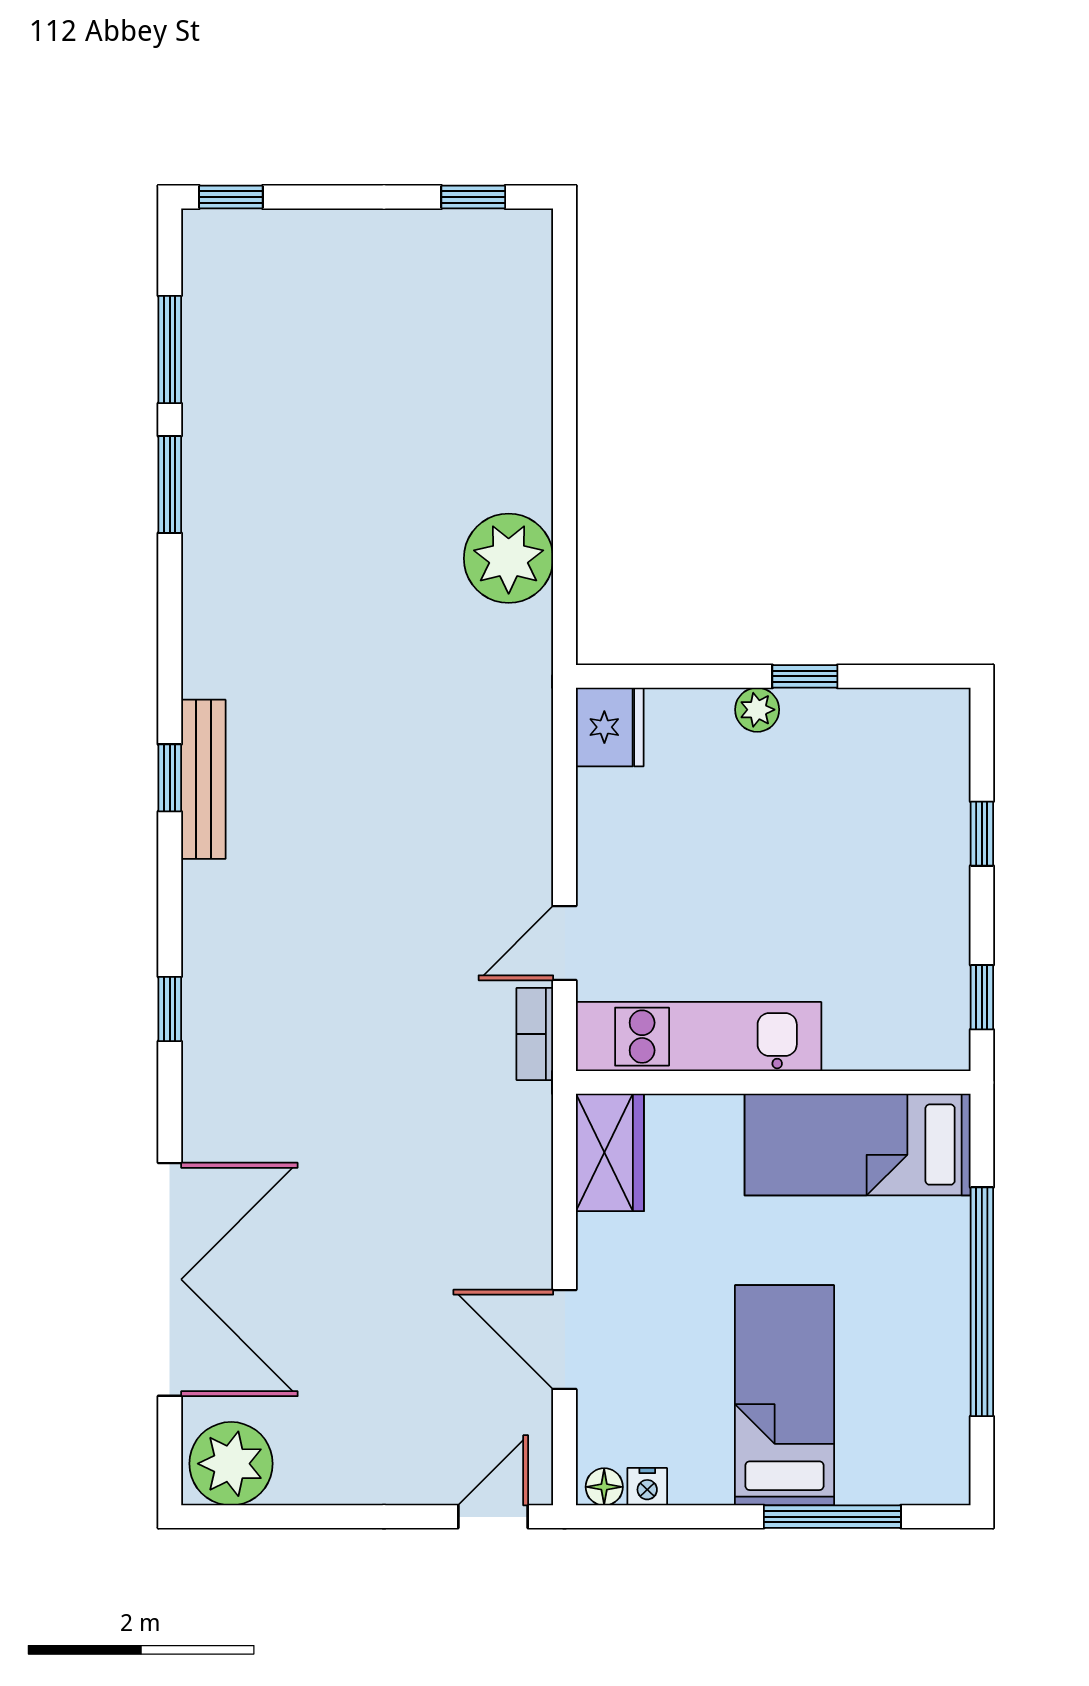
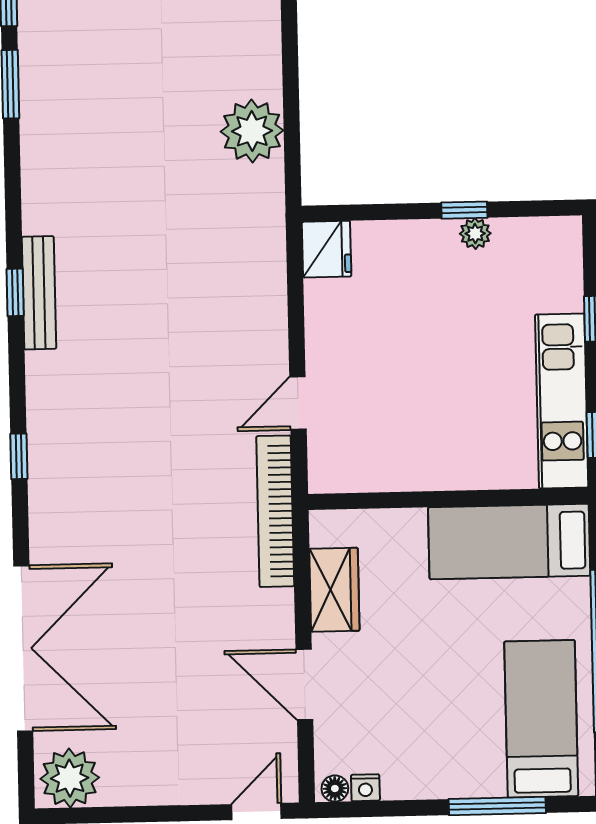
plant: (757, 710) -> (475, 234), moved
bookcase: (535, 1034) -> (275, 511), width x2.31, depth x1.31
kitchen unit: (699, 1037) -> (562, 401), moved, turned -90
wardrobe: (610, 1152) -> (334, 590), moved
bed: (785, 1395) -> (541, 719), moved

